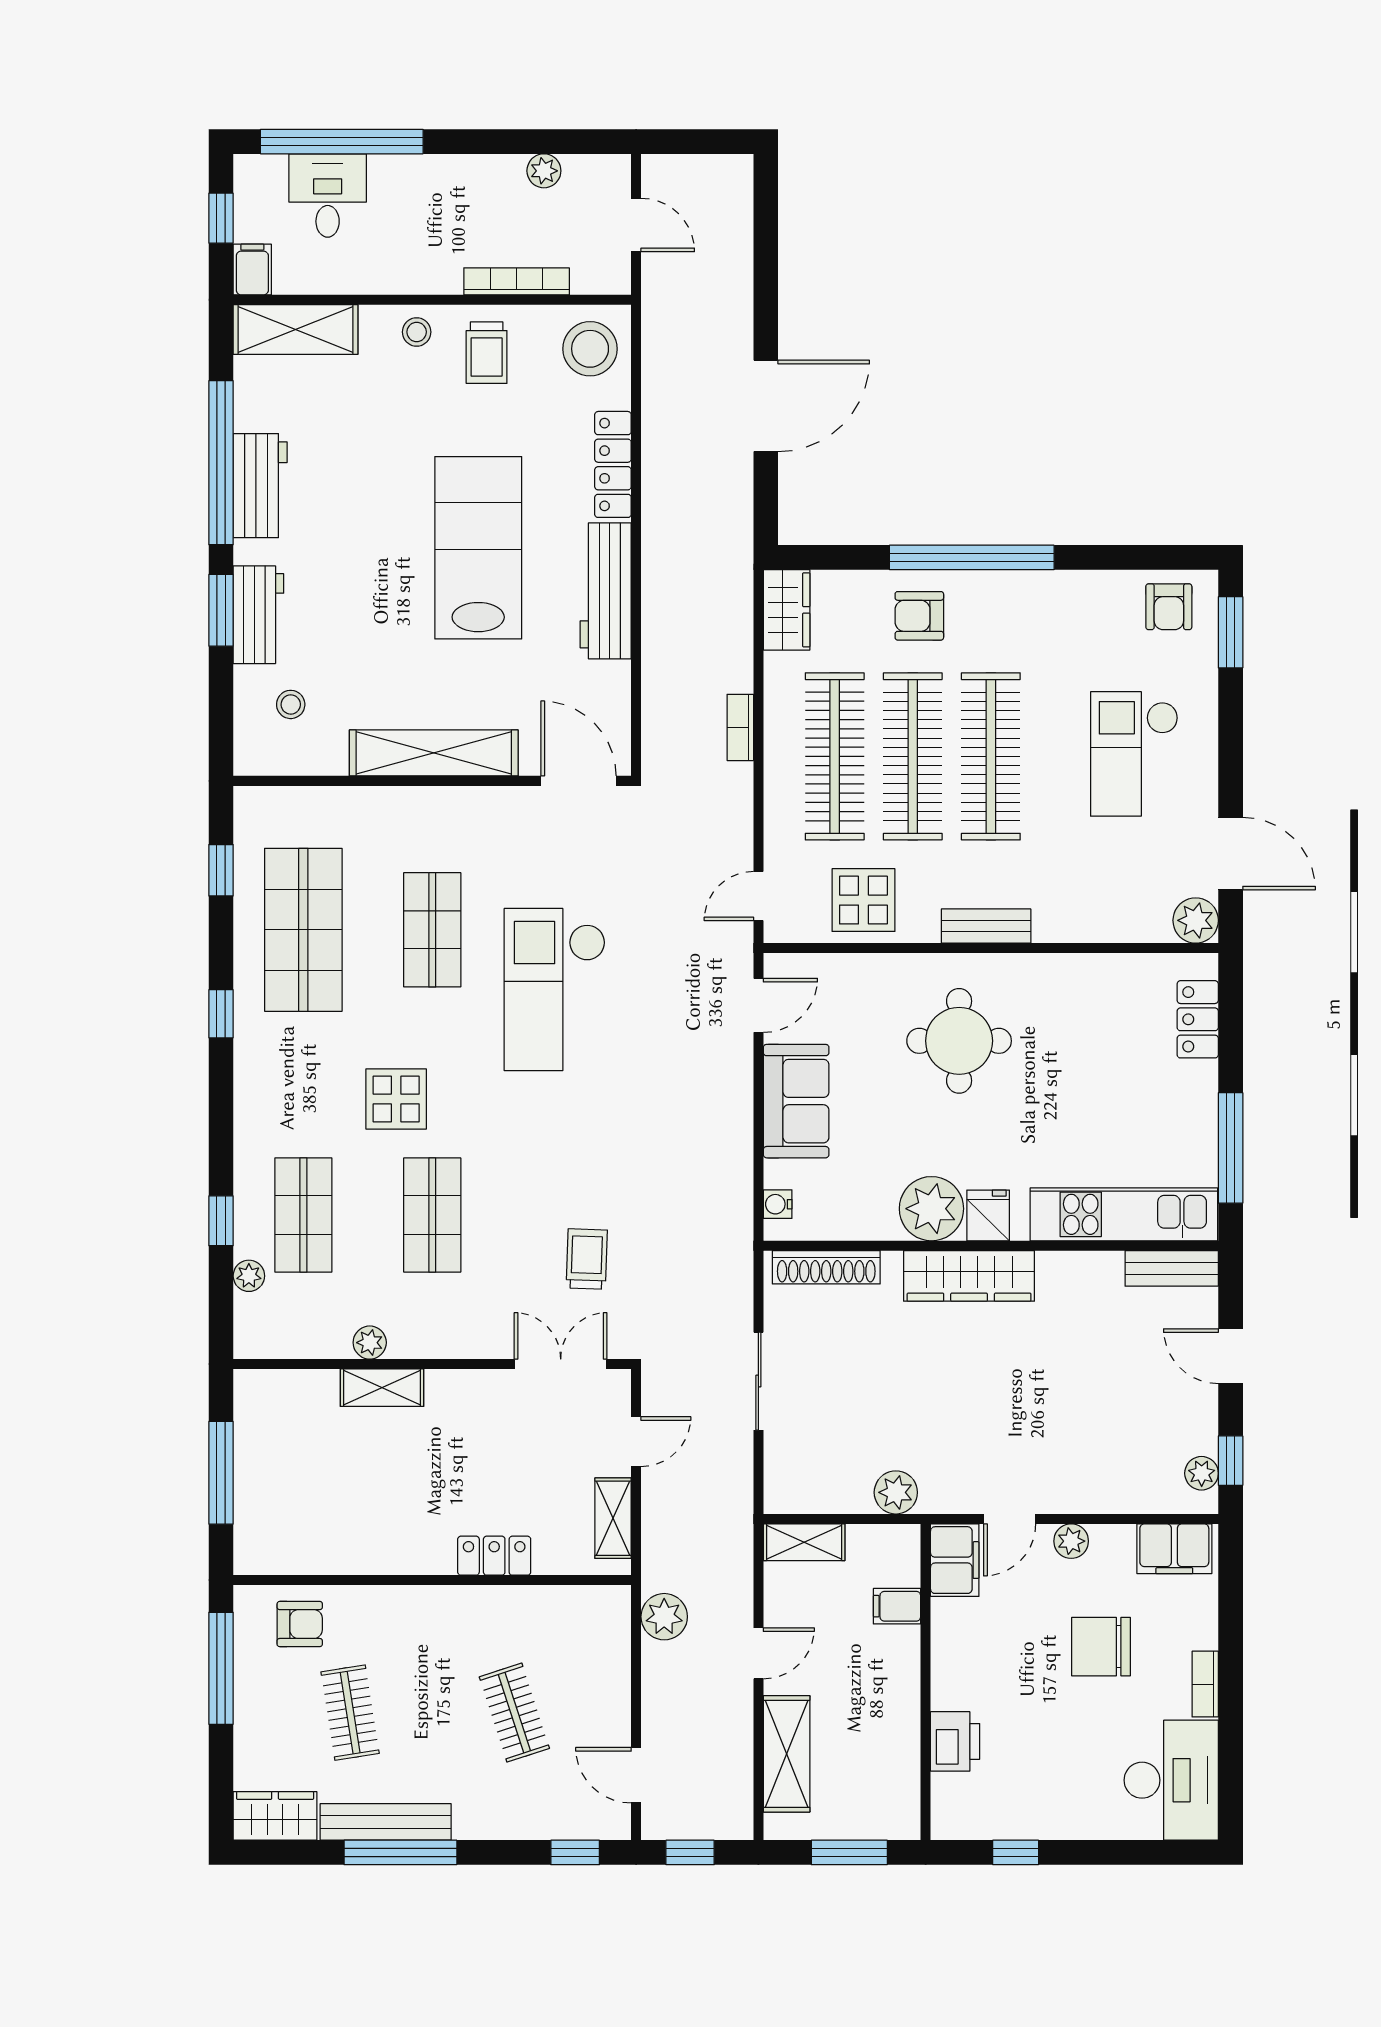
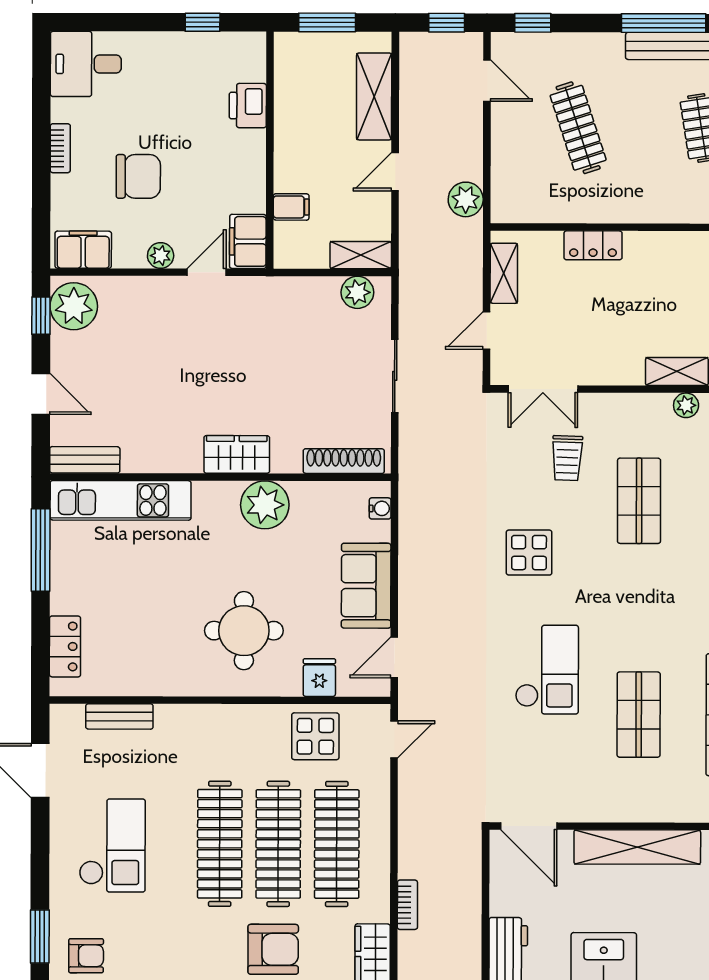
armchair: (1169, 607) -> (86, 956), turned 90
armchair: (919, 616) -> (273, 949), width x1.38, depth x1.38
bookcase: (740, 727) -> (407, 905), moved
plant: (1196, 920) -> (66, 721), removed
bench: (986, 926) -> (119, 716), moved
checkout: (555, 990) -> (547, 670), width x0.73, depth x0.83
display table: (396, 1099) -> (529, 553), moved
fridge: (988, 1215) -> (319, 678), moved, turned 180
trolley: (587, 1259) -> (567, 458), moved
wardrobe: (969, 1276) -> (237, 454), width x0.67
plant: (1202, 1473) -> (74, 306), width x1.88, depth x1.88
plant: (896, 1492) -> (357, 292), moved
clothes rail: (514, 1713) -> (578, 128), width x1.36
desk: (1171, 1780) -> (86, 64), width x0.73

